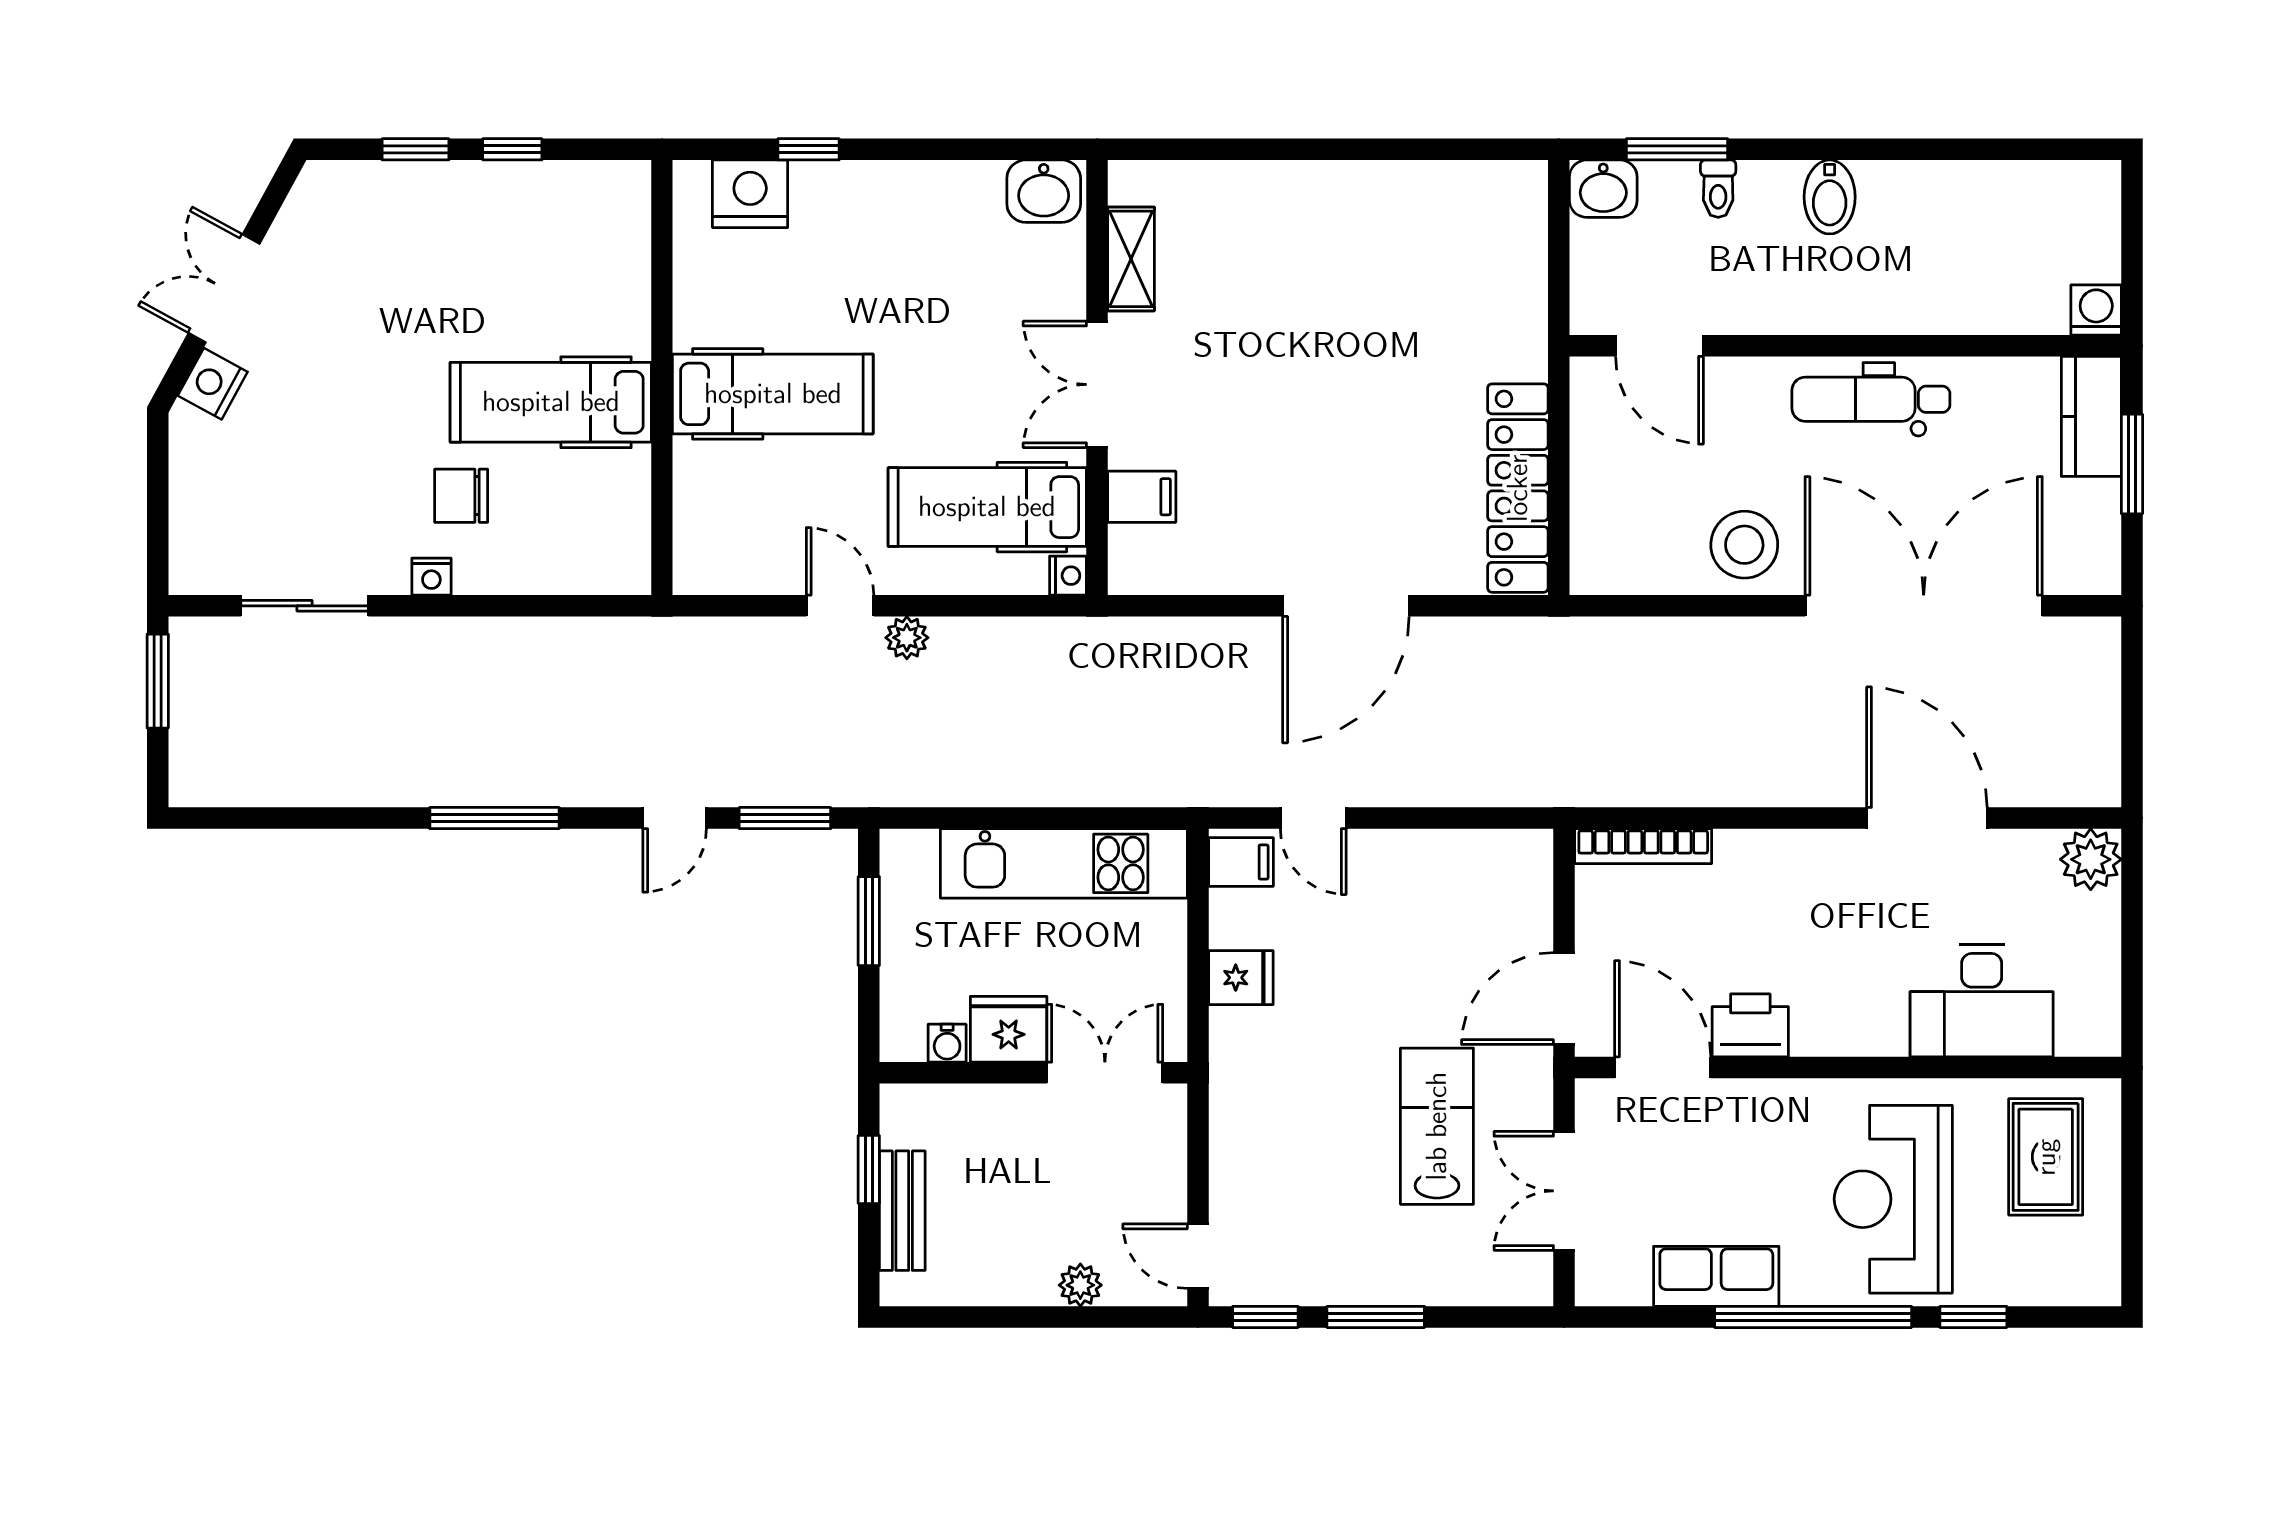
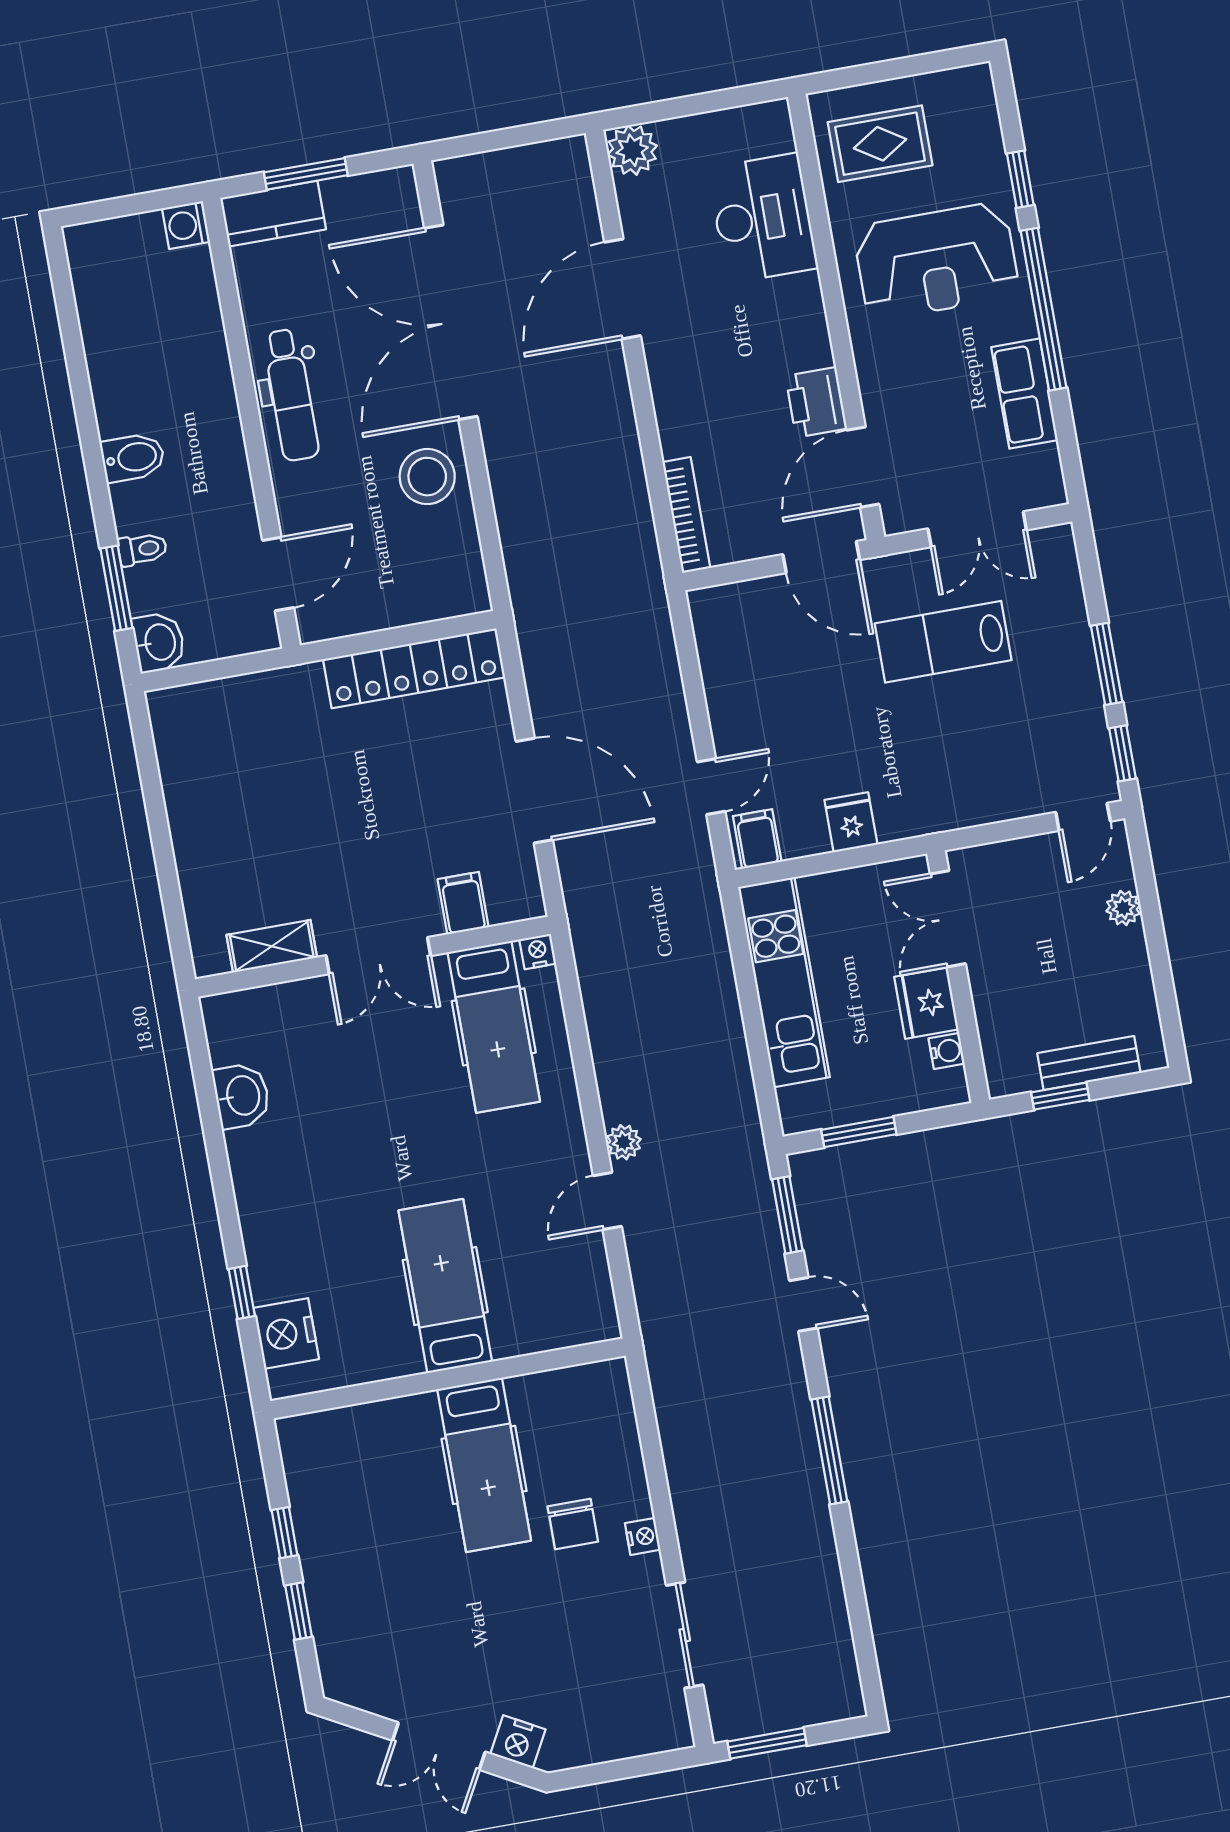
shelving: (1131, 259) -> (272, 946), moved
wall: (1097, 378) -> (373, 957), moved
double door: (1097, 384) -> (378, 956), moved
filing cabinet: (1142, 497) -> (463, 903), moved
hospital bed: (987, 507) -> (494, 1027), moved
nightstand: (1068, 576) -> (538, 952), moved

